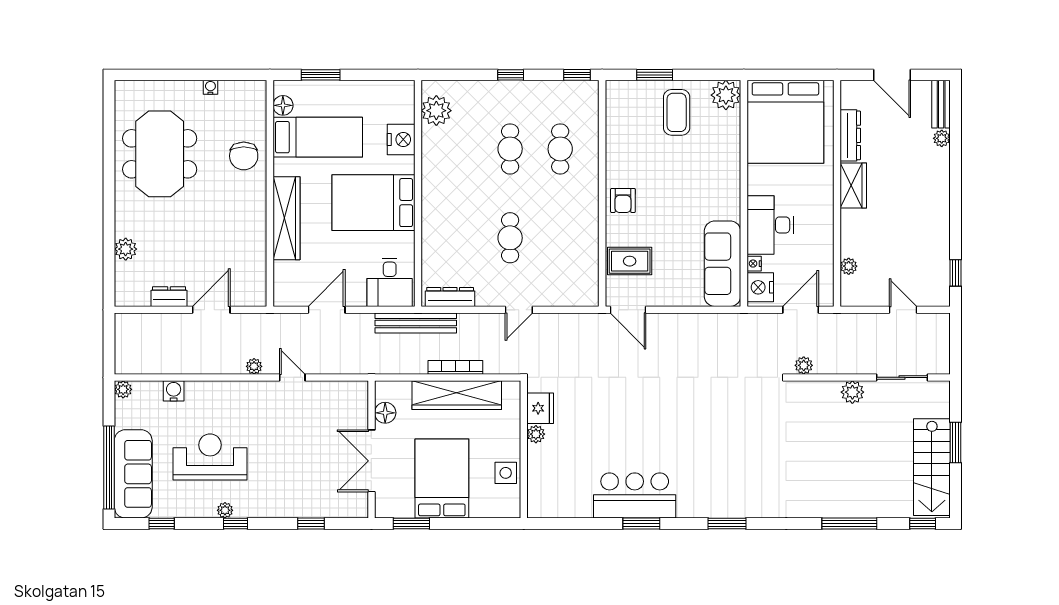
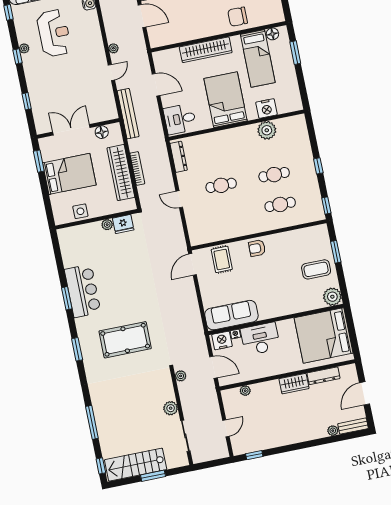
plant: (436, 111) -> (267, 130), moved
bench: (416, 323) -> (128, 114), moved
pool table: (727, 443) -> (125, 340), added

